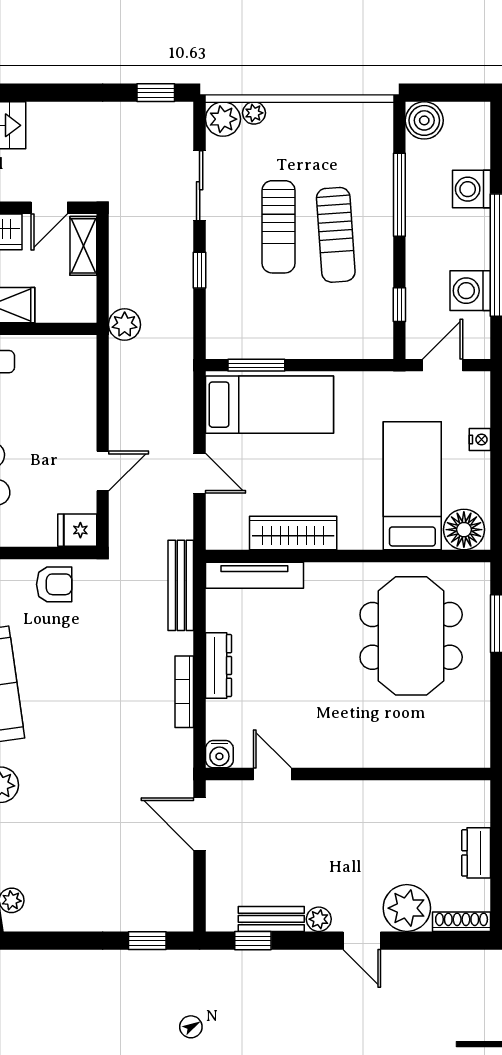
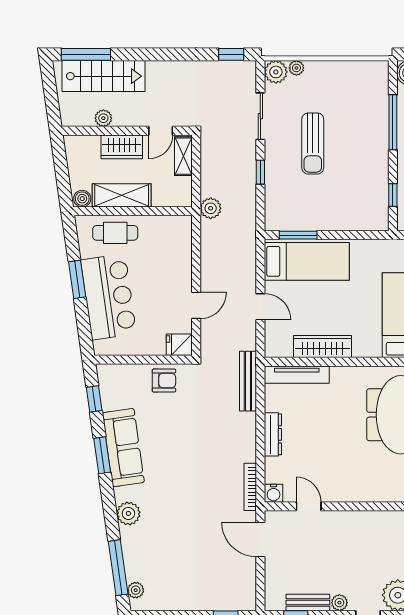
sun lounger: (336, 235) -> (351, 149), removed
bookcase: (184, 692) -> (250, 487), moved

